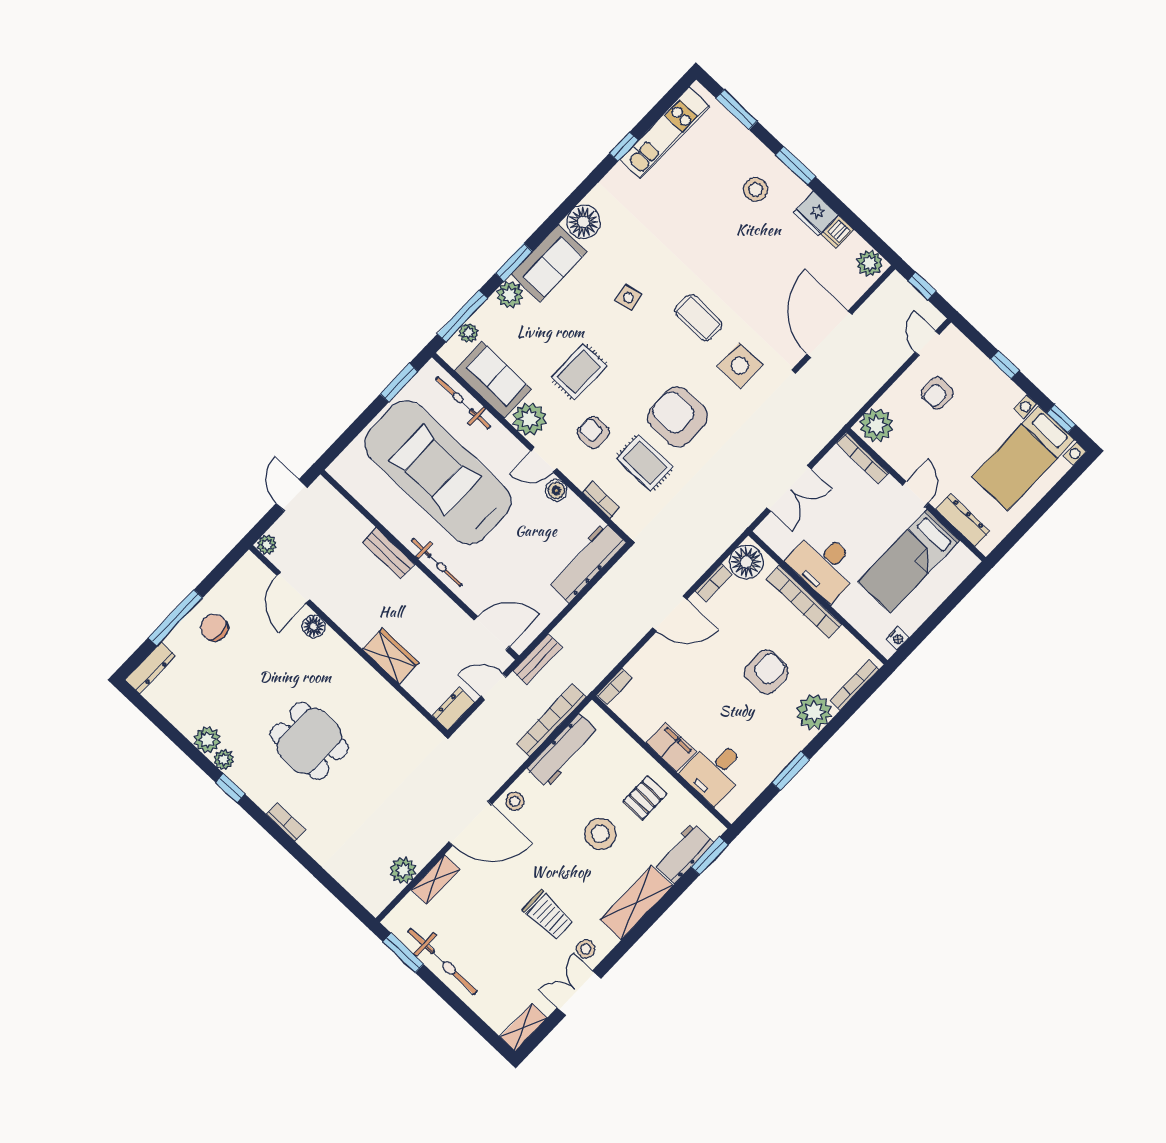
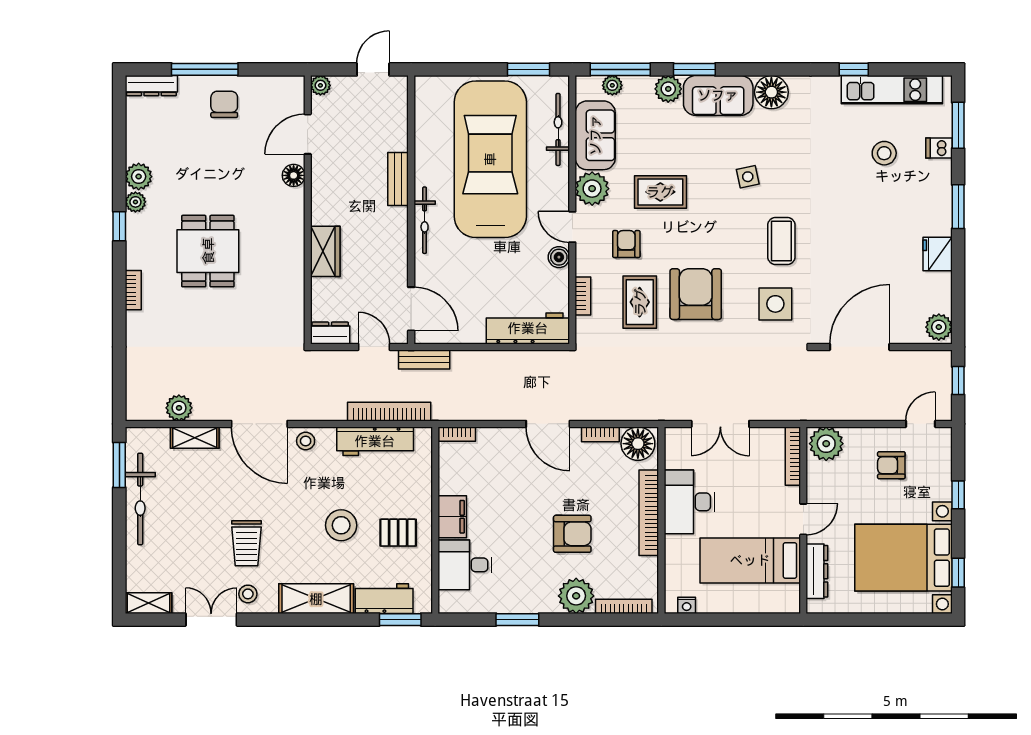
stool: (756, 189) -> (884, 153), moved
dishwasher: (838, 232) -> (939, 148), moved
bed with nightstands: (1023, 458) -> (903, 558), width x1.36

